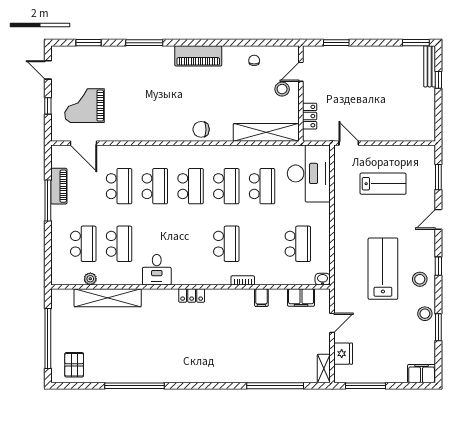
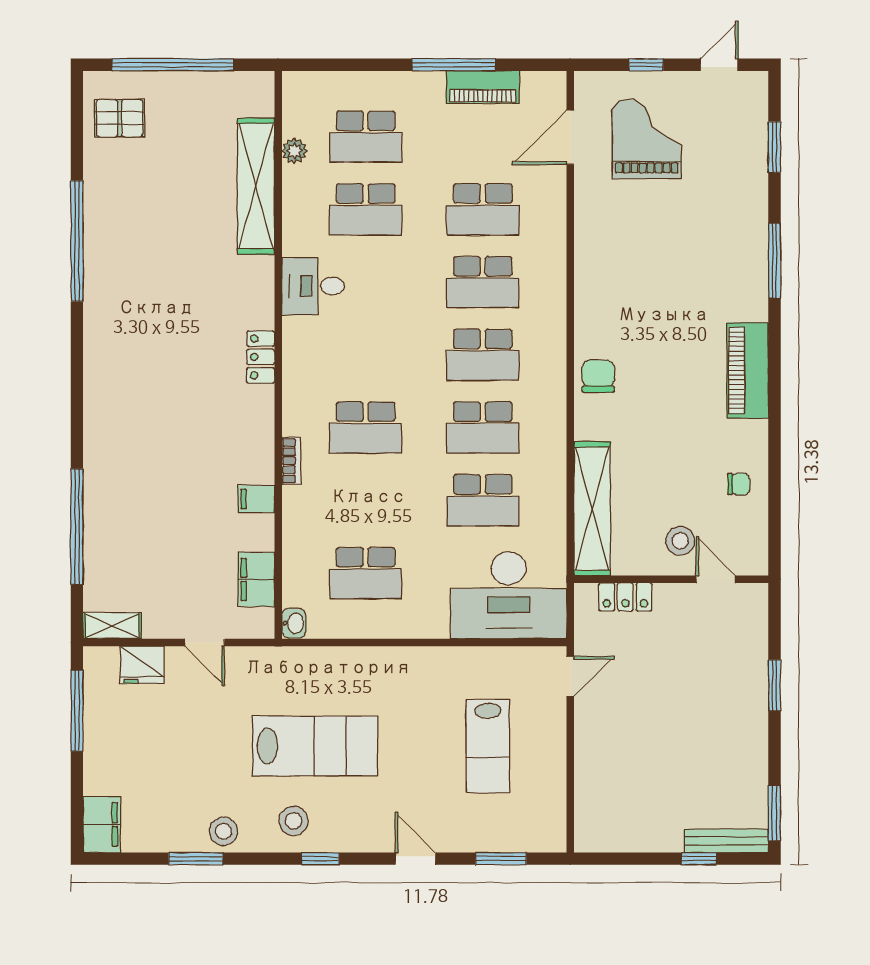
window: (336, 43) -> (774, 685), moved

